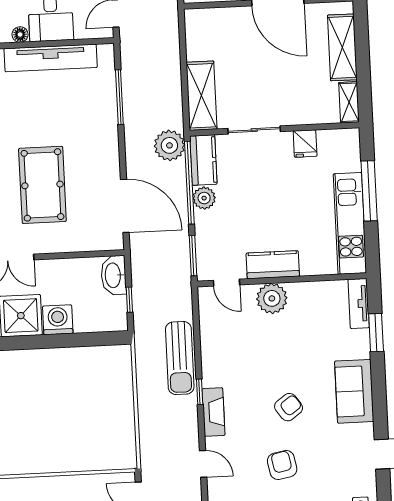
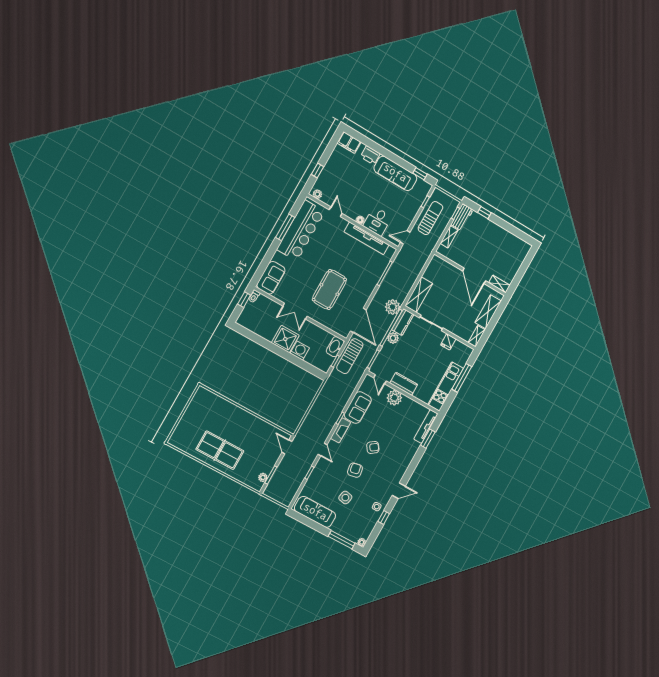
tv unit: (359, 304) -> (426, 426), width x1.41
sun lounger: (180, 358) -> (350, 356), moved
sofa: (354, 391) -> (358, 407), moved, turned 180

